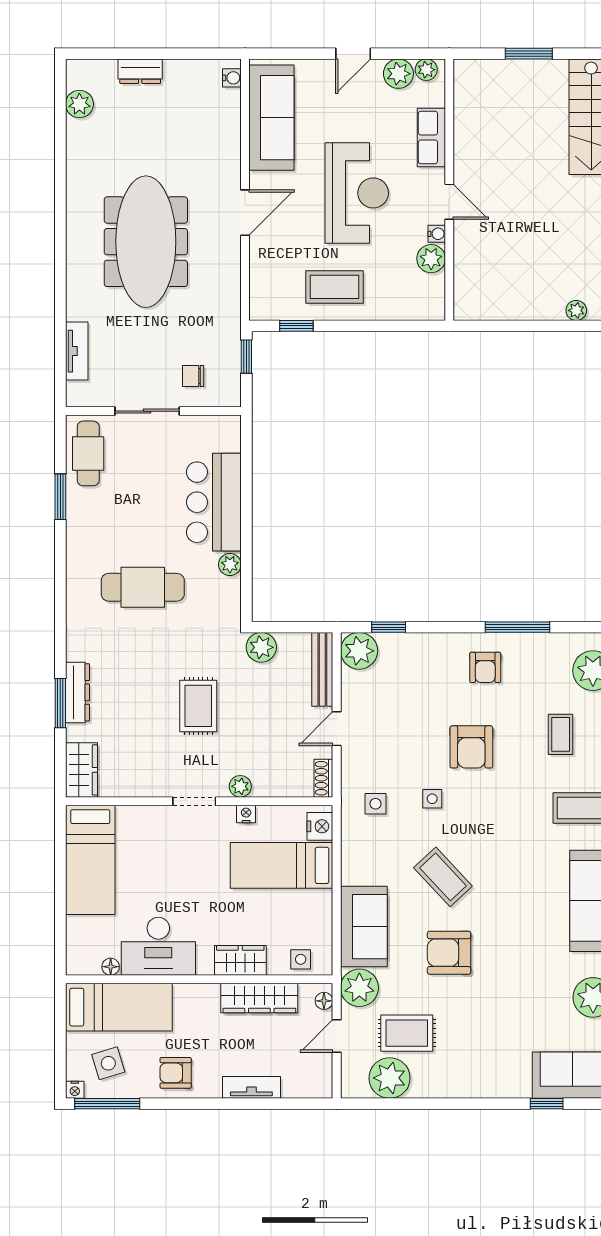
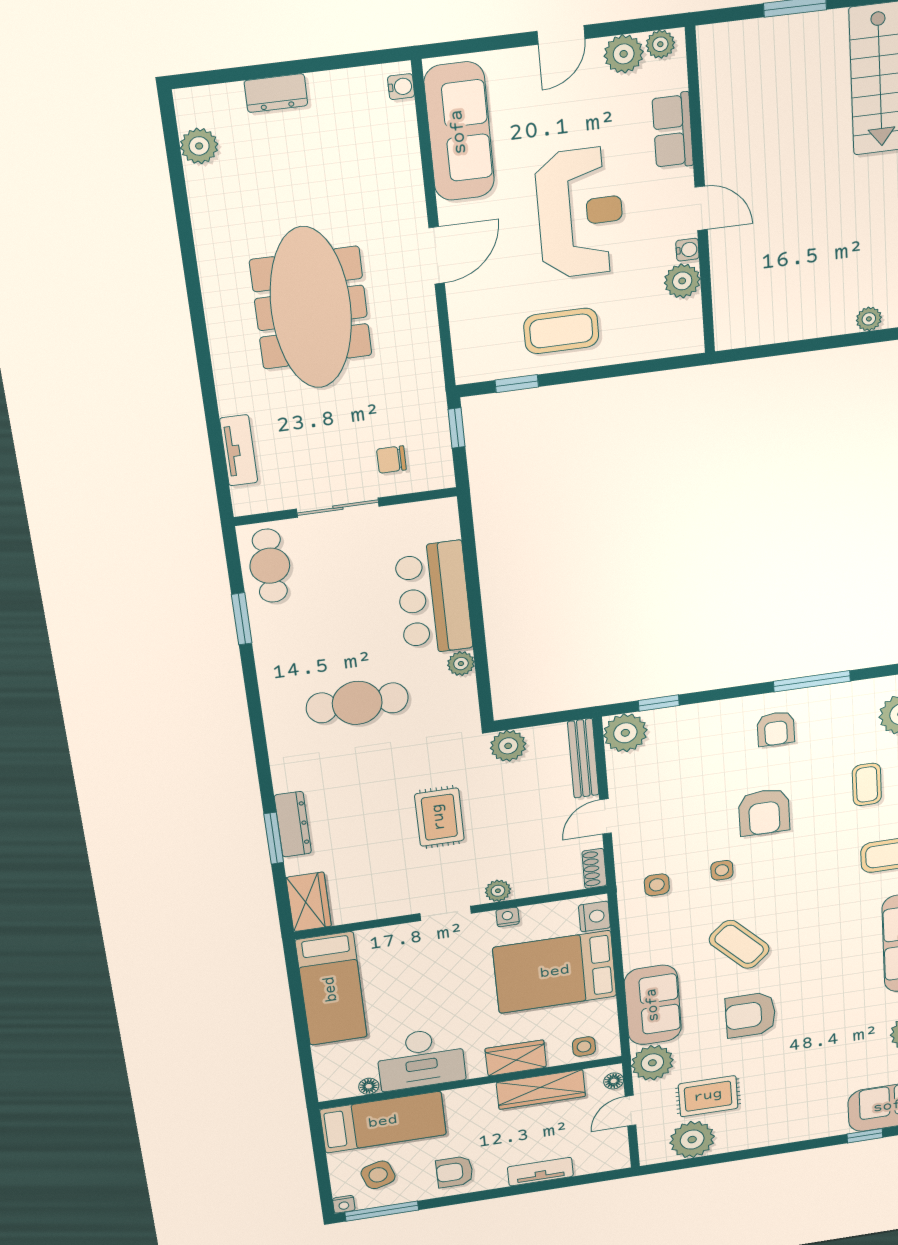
bed: (282, 865) -> (555, 972), width x1.50

